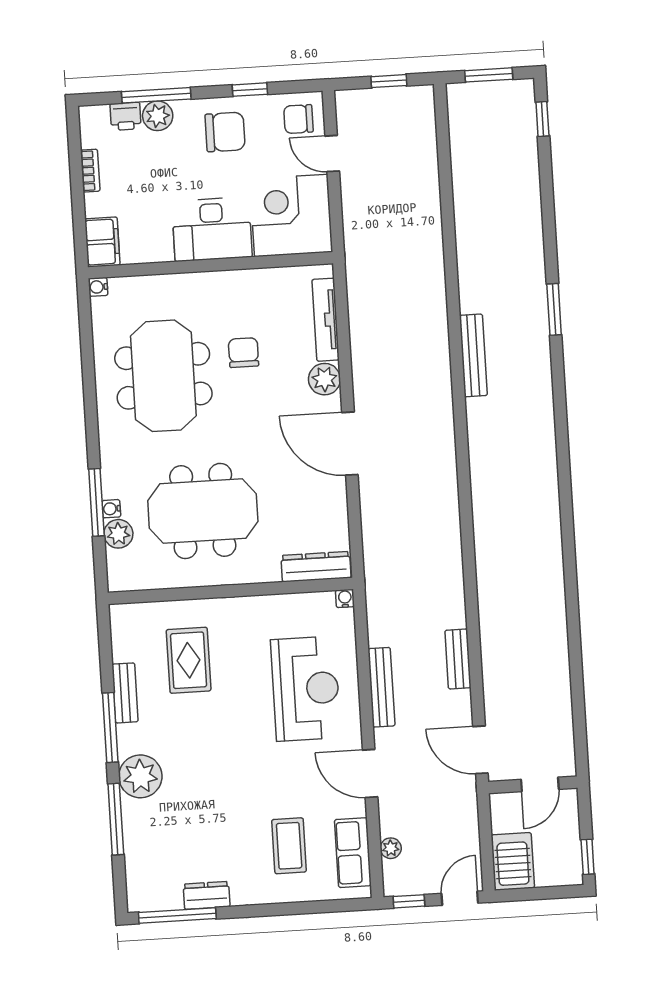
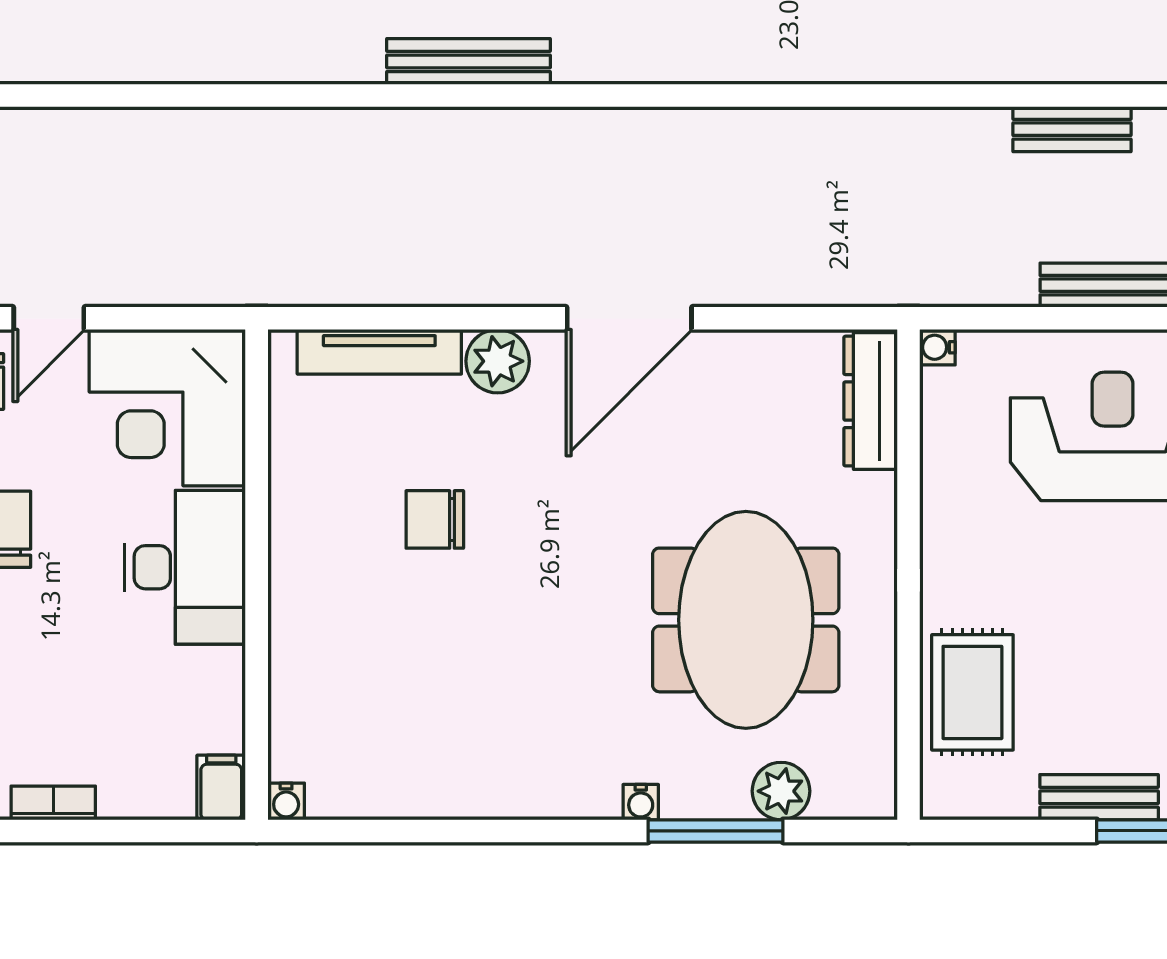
filing cabinet: (102, 242) -> (221, 787), width x0.50
meeting table: (163, 376) -> (471, 682), removed
water cooler: (111, 509) -> (641, 802), moved
rug: (189, 660) -> (972, 692), moved, turned 90

